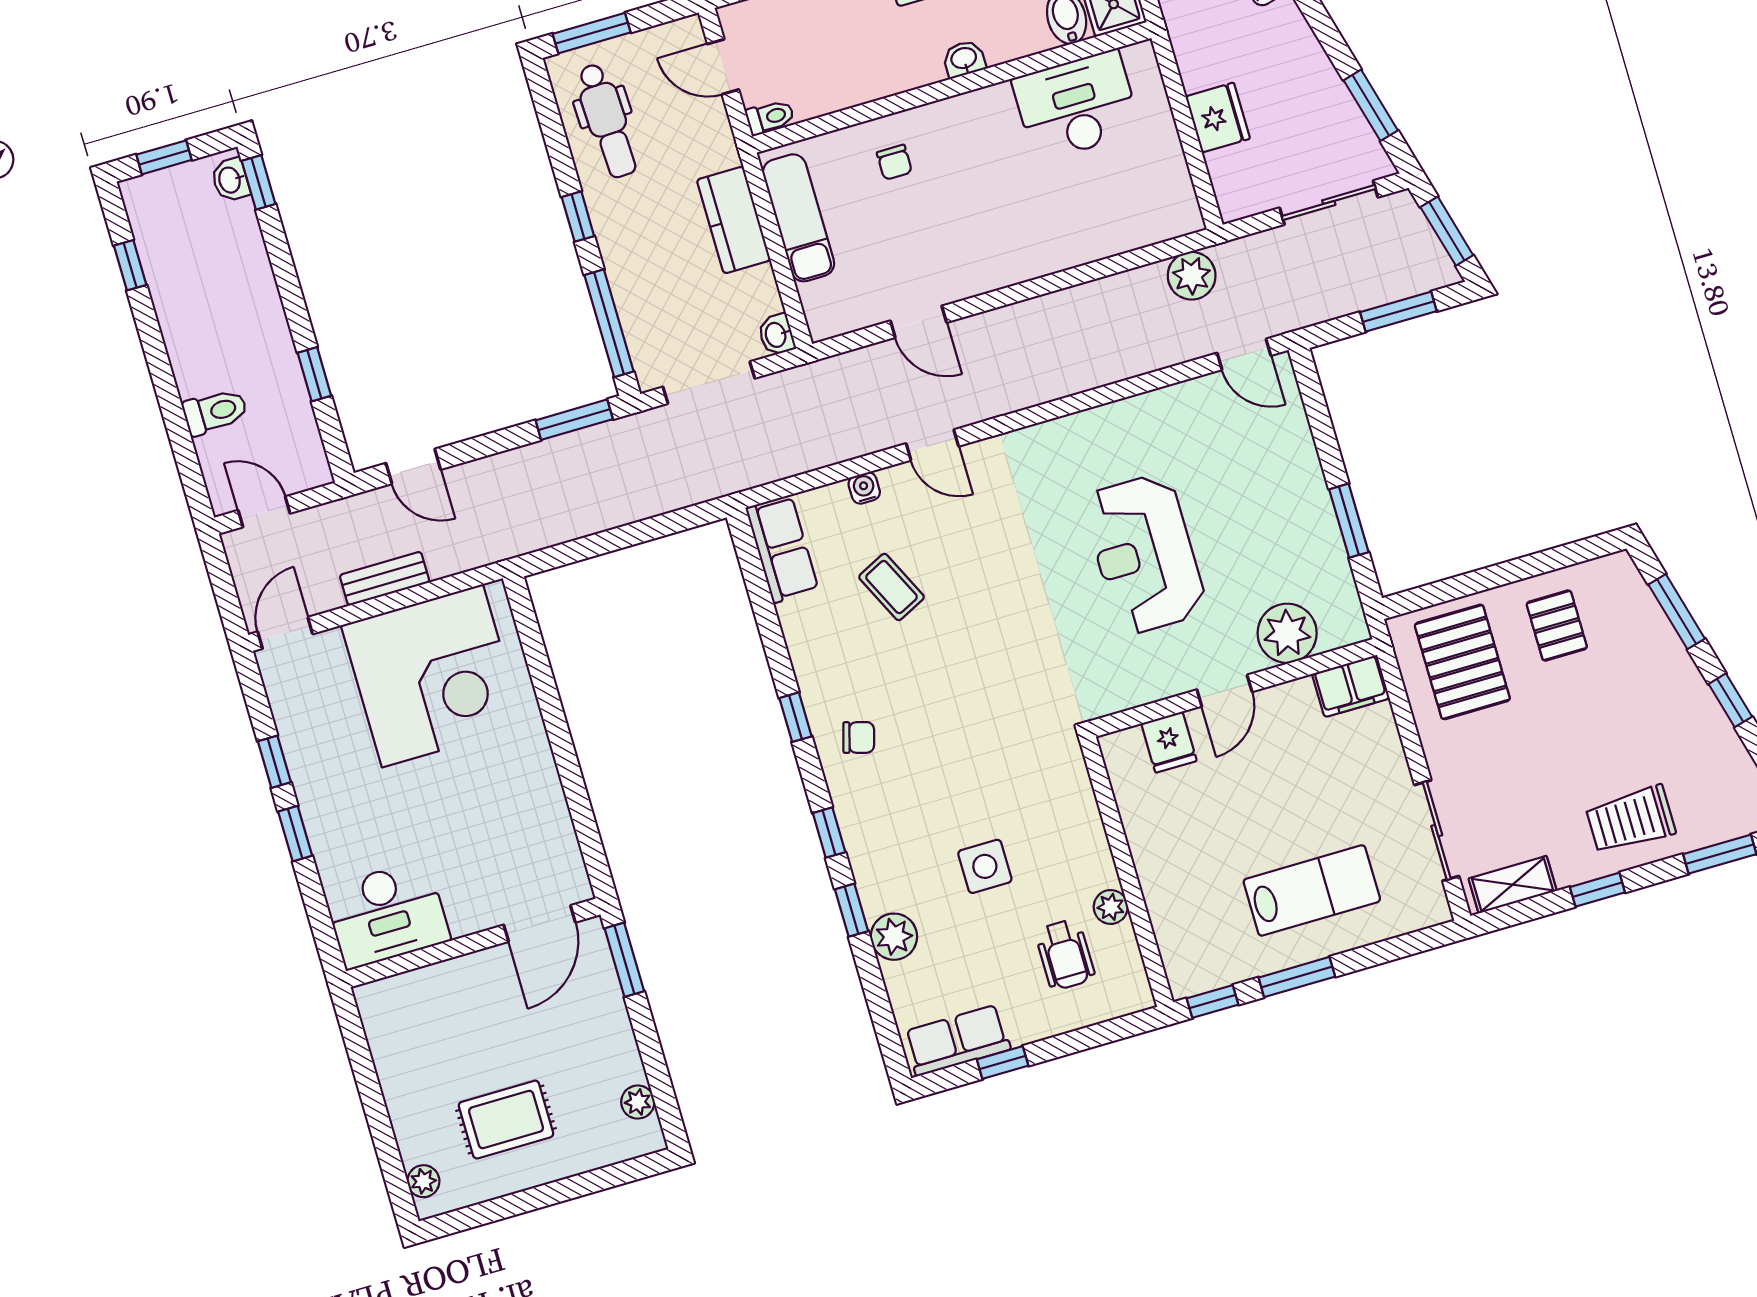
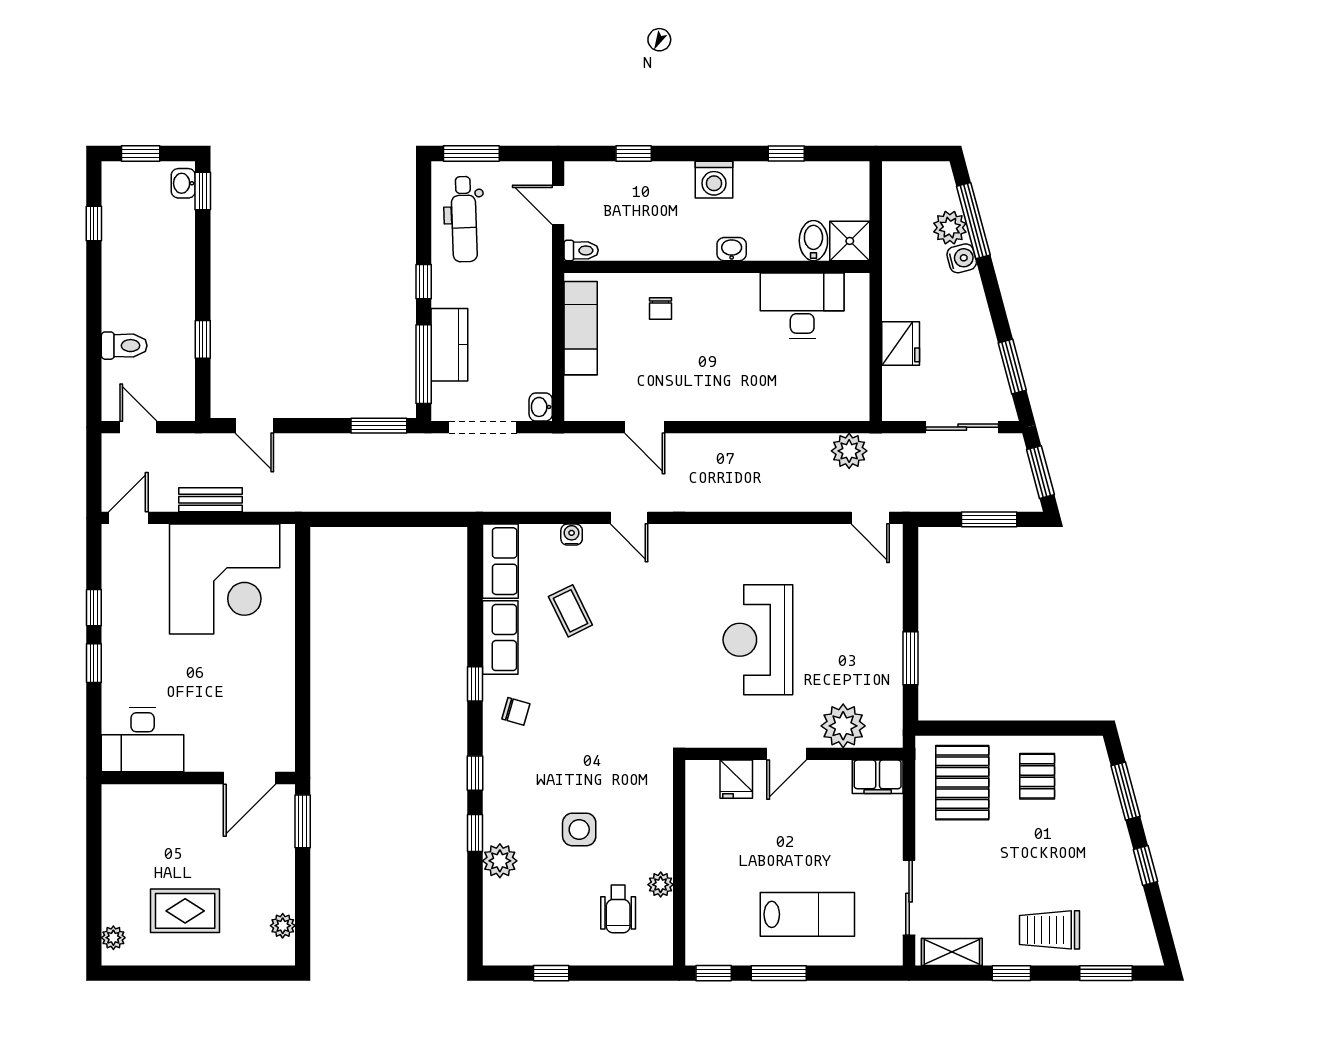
kitchen counter: (734, 220) -> (449, 345), moved, turned 180
row of seats: (957, 1040) -> (500, 638), moved, turned 90

